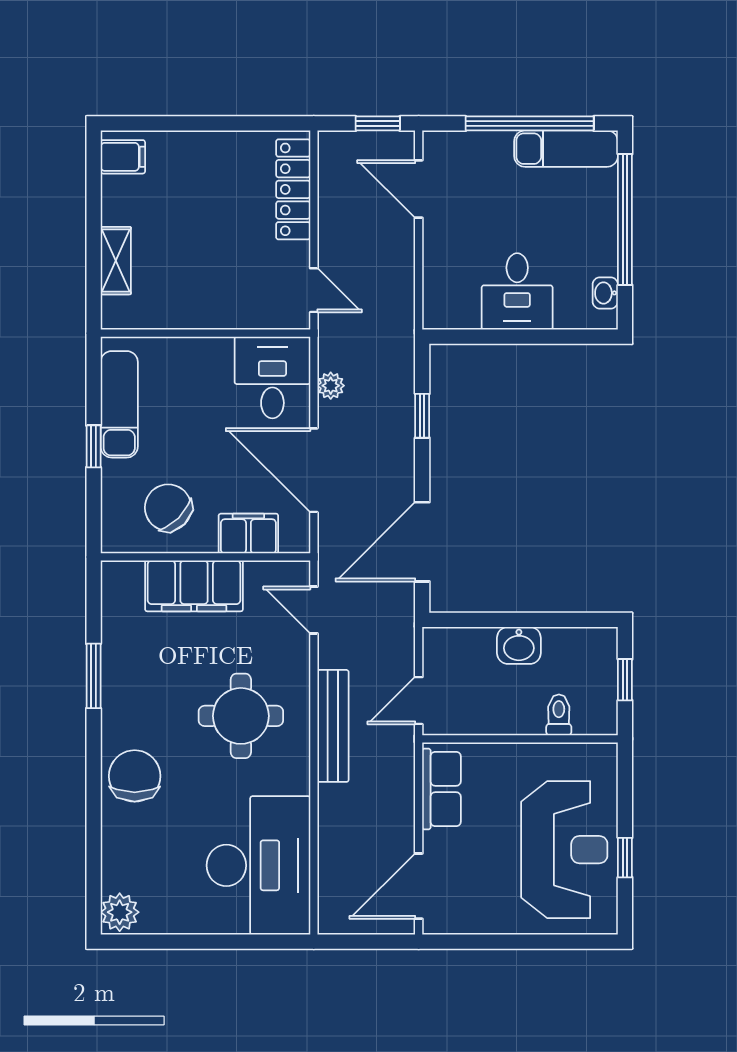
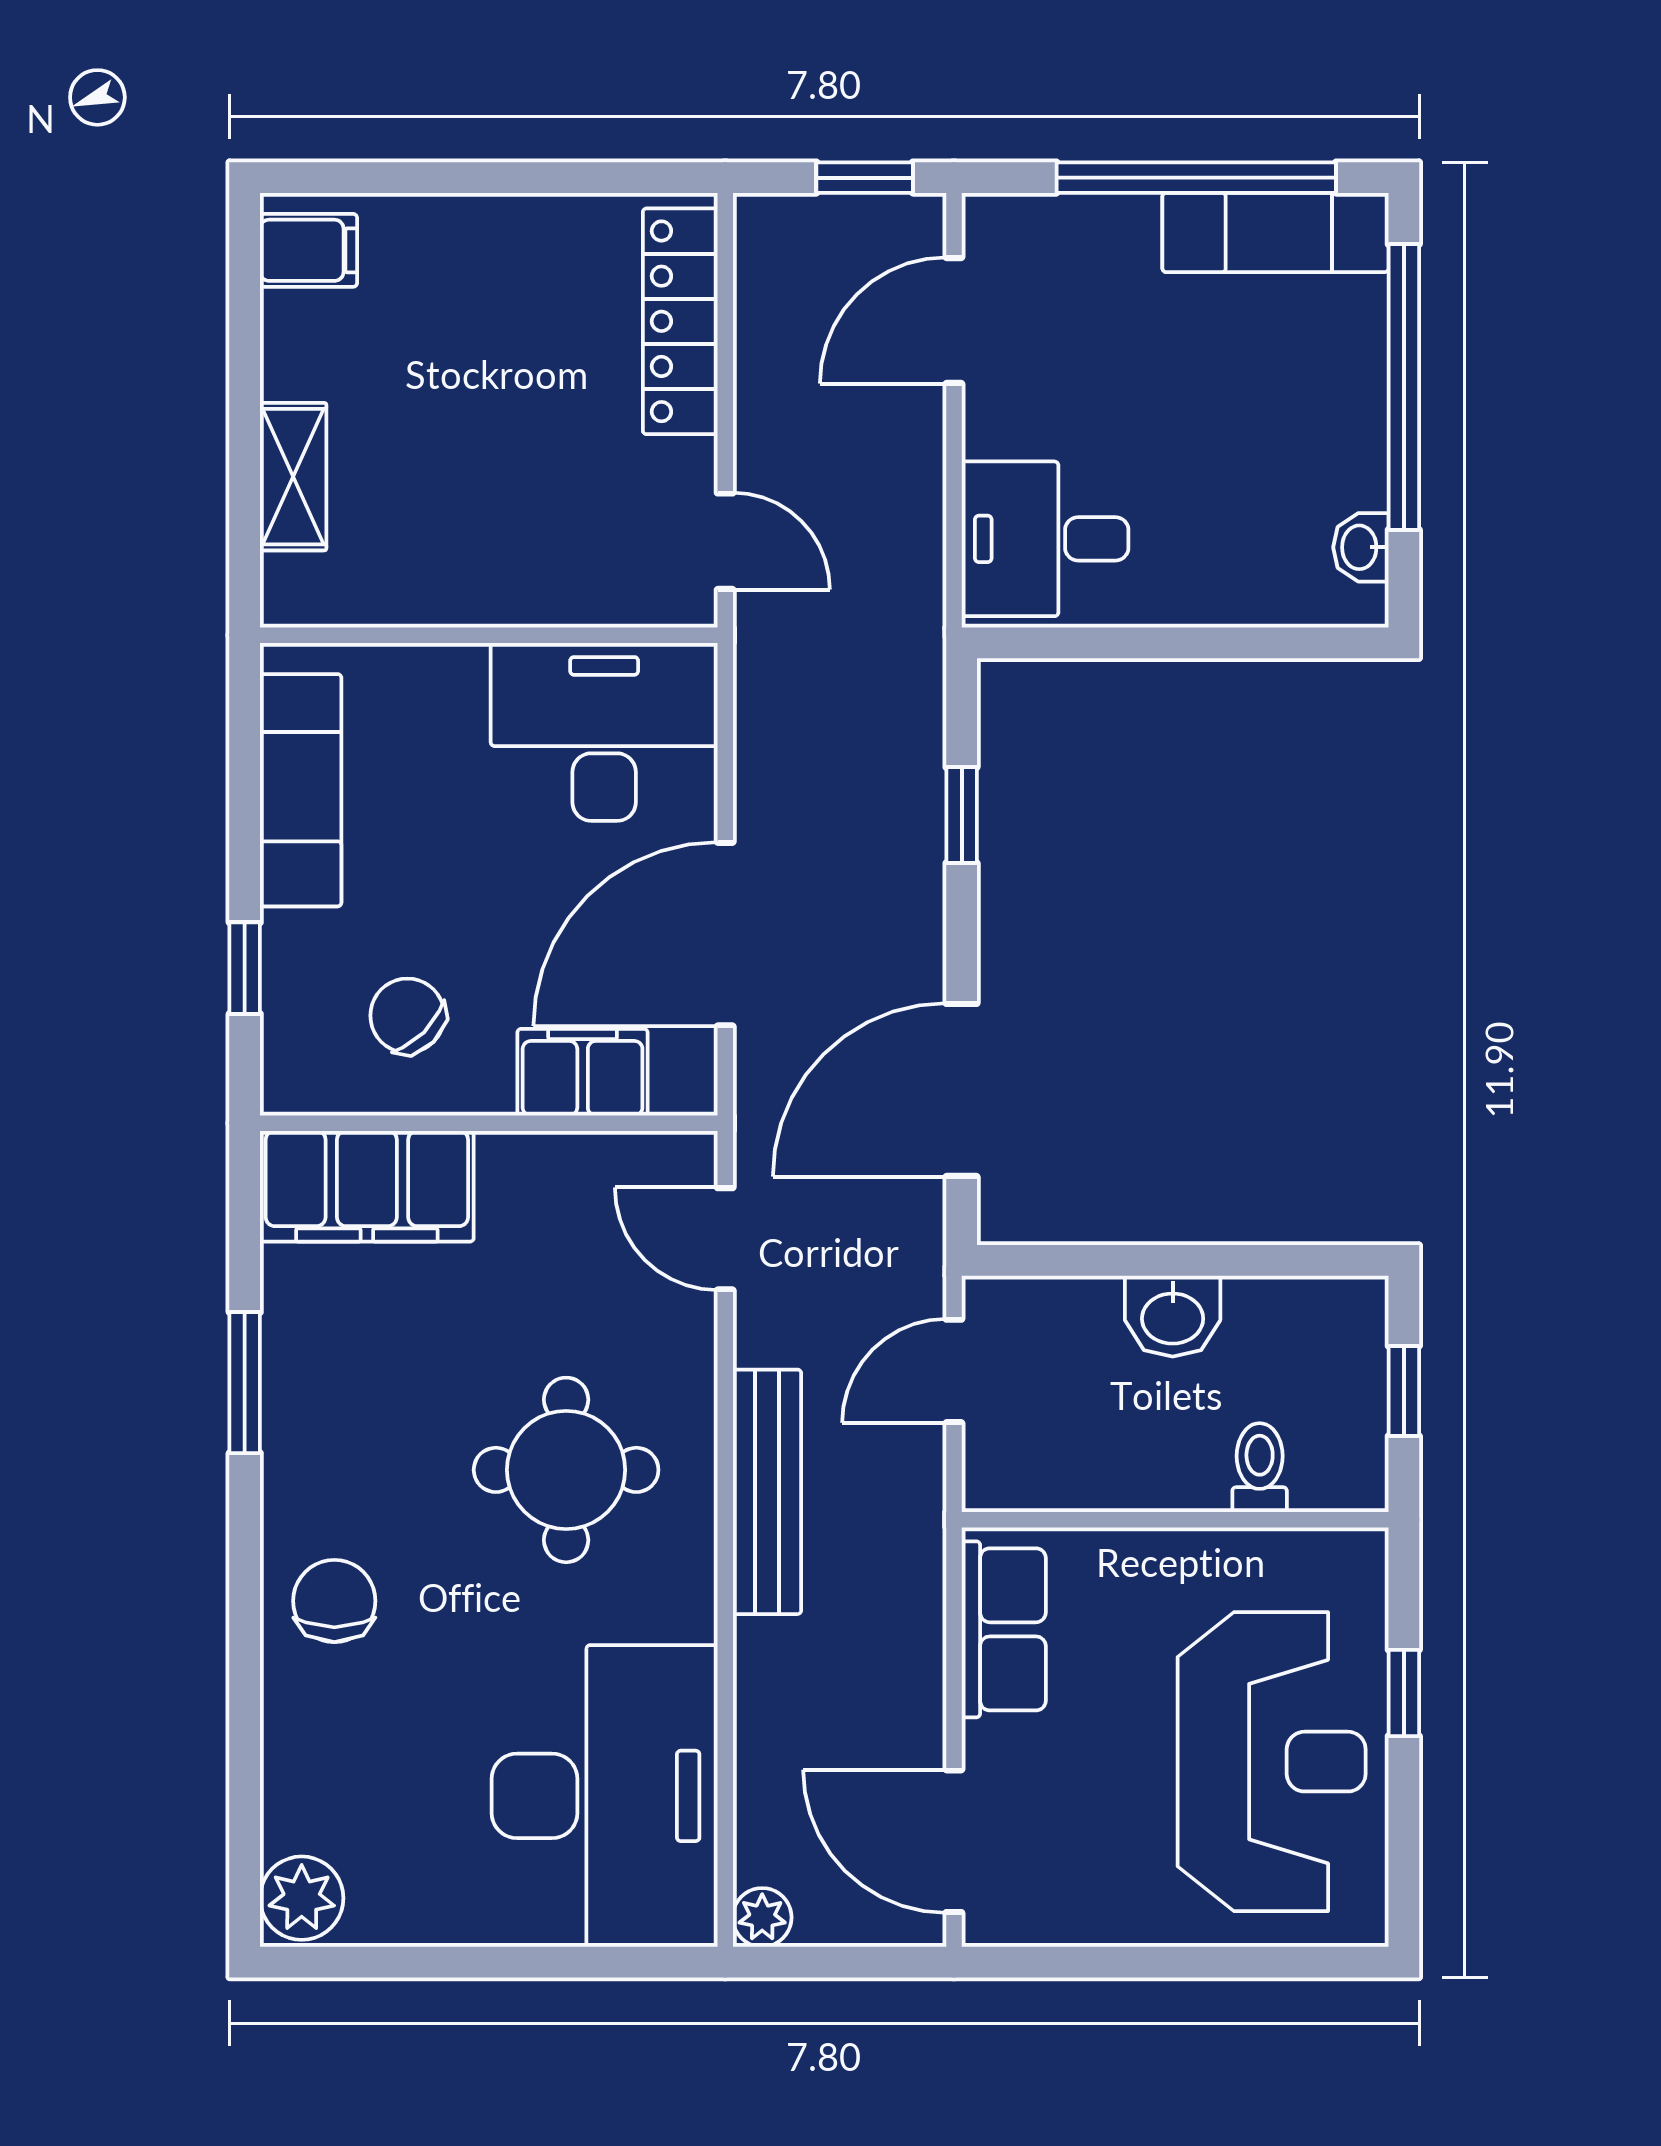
door: (419, 189) -> (954, 320), hinge flipped
desk: (517, 291) -> (1045, 539), moved, turned 90
desk: (272, 378) -> (604, 732), width x1.37
plant: (331, 386) -> (762, 1917), moved
window: (94, 446) -> (245, 968), moved
door: (314, 470) -> (725, 934), hinge flipped
chair: (168, 508) -> (407, 1016), width x0.73, depth x0.73
filing cabinet: (194, 586) -> (367, 1186), moved
door: (419, 701) -> (954, 1371), moved
chair: (135, 776) -> (334, 1601), width x0.73, depth x0.73
window: (625, 858) -> (1404, 1693), moved
door: (419, 886) -> (954, 1841), hinge flipped

